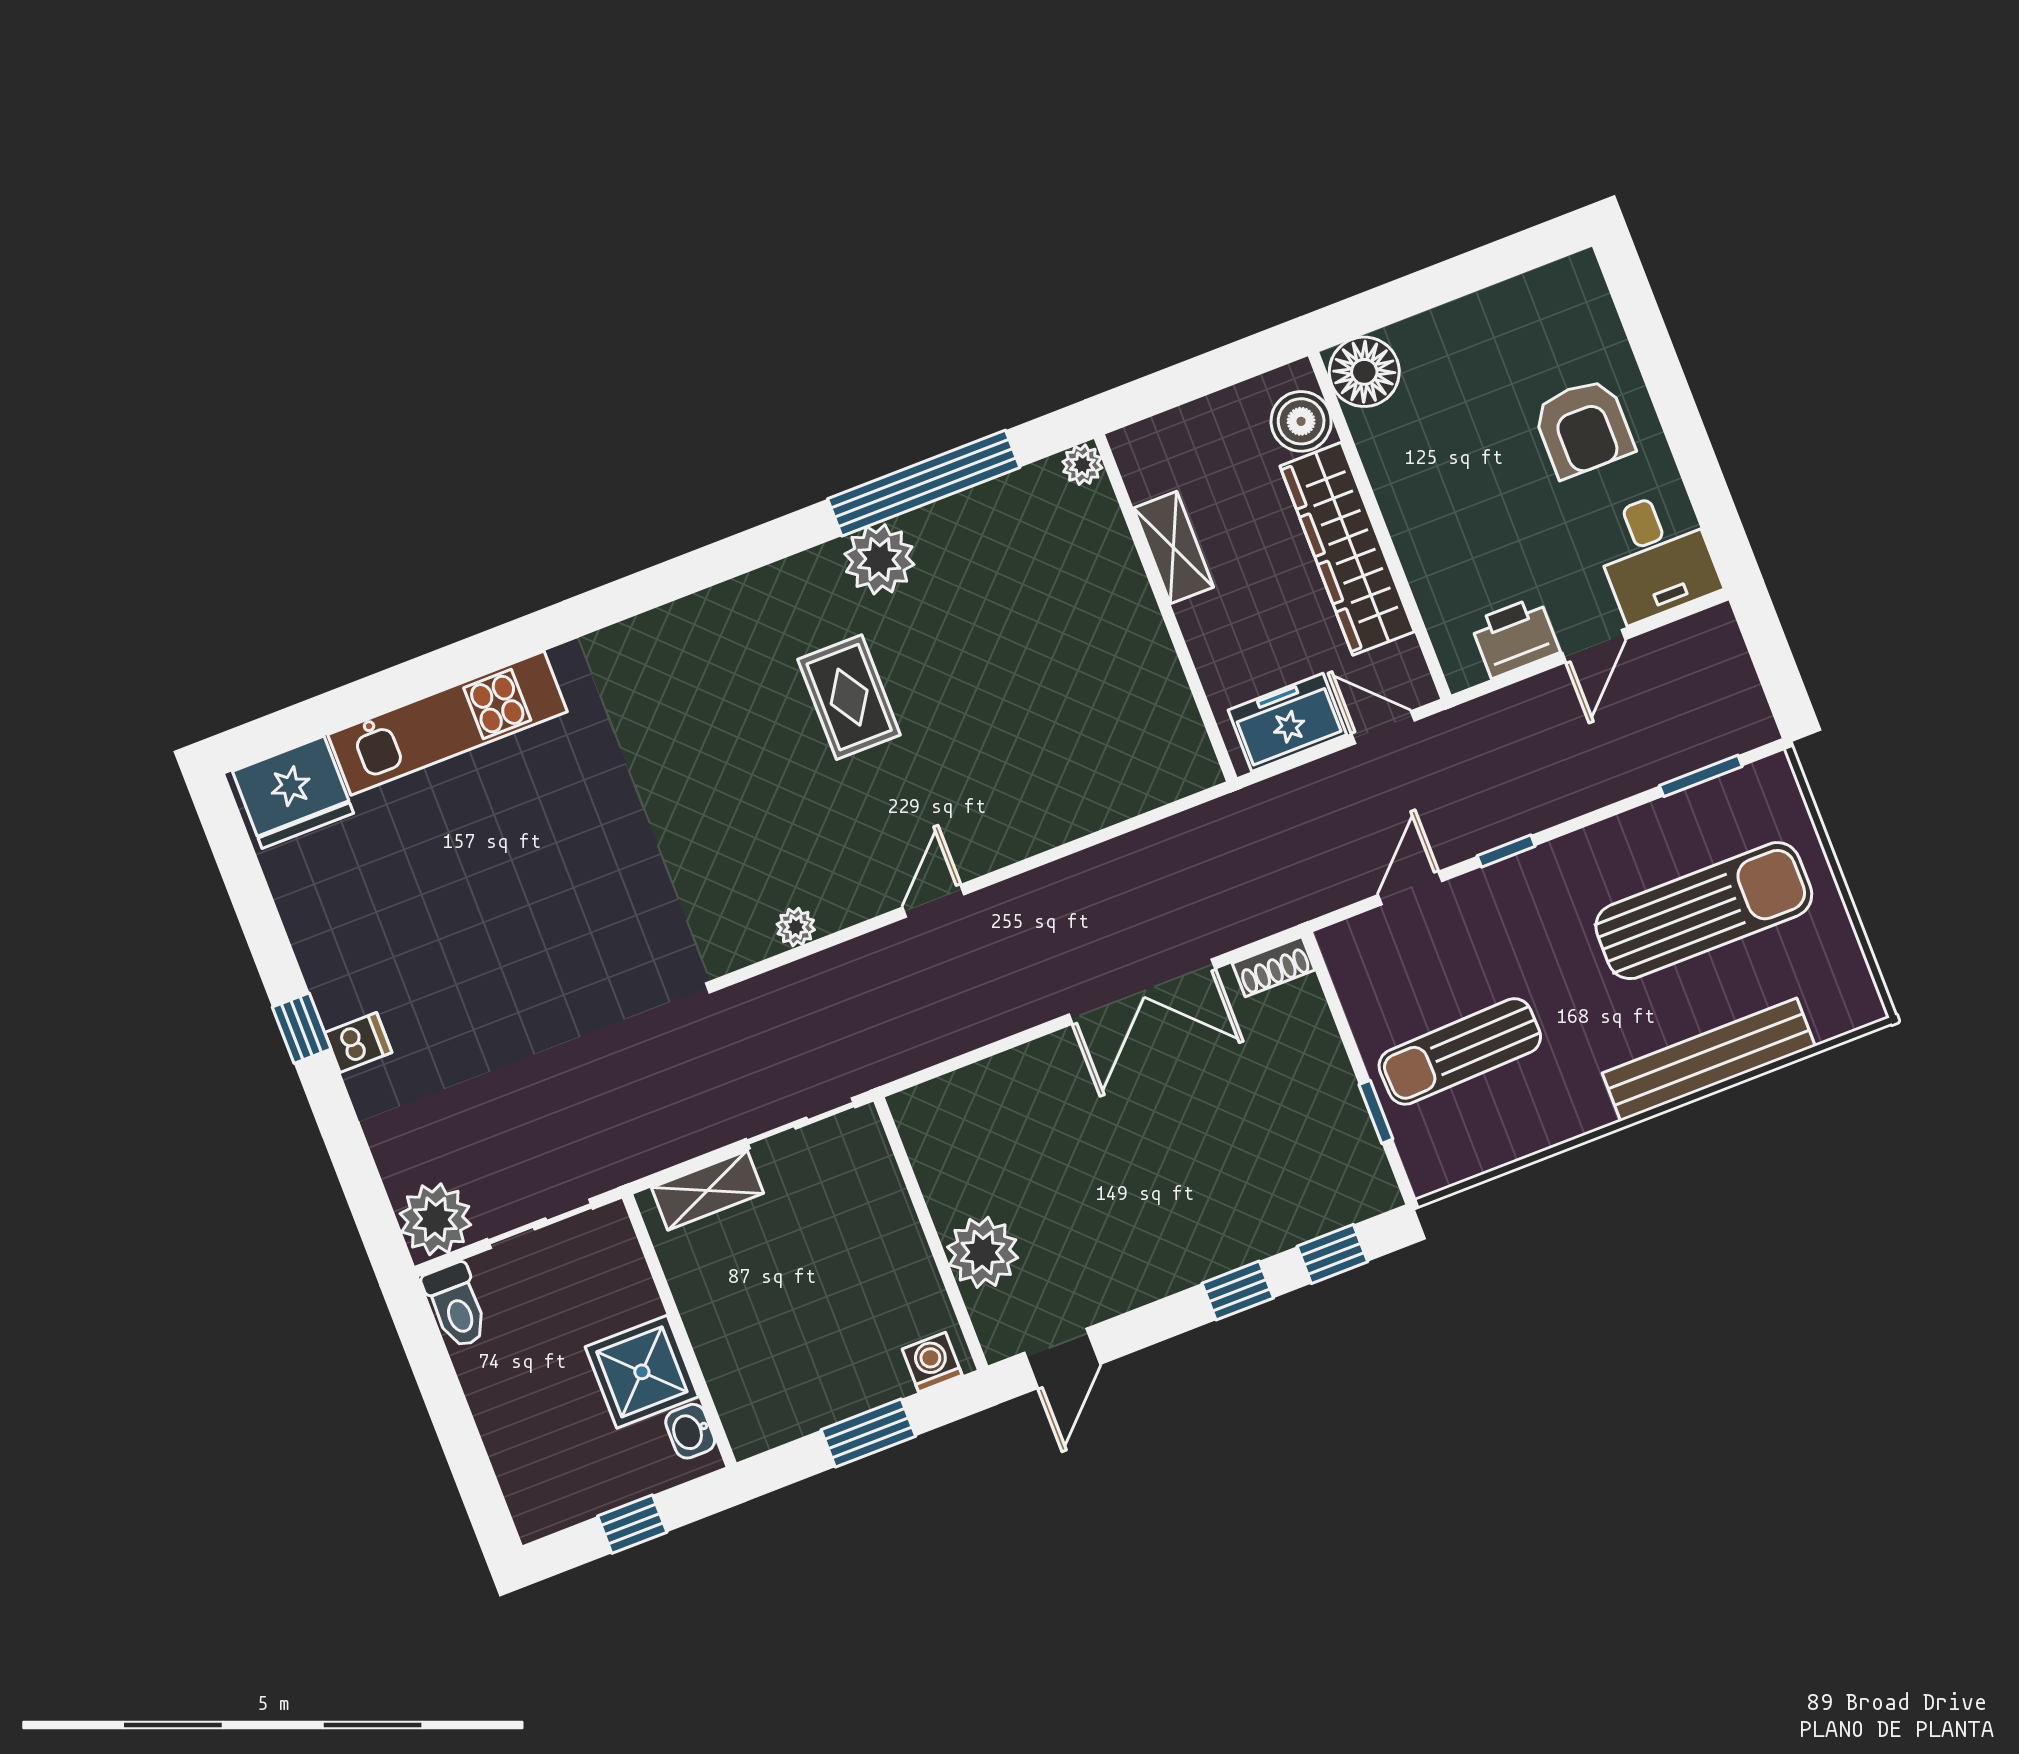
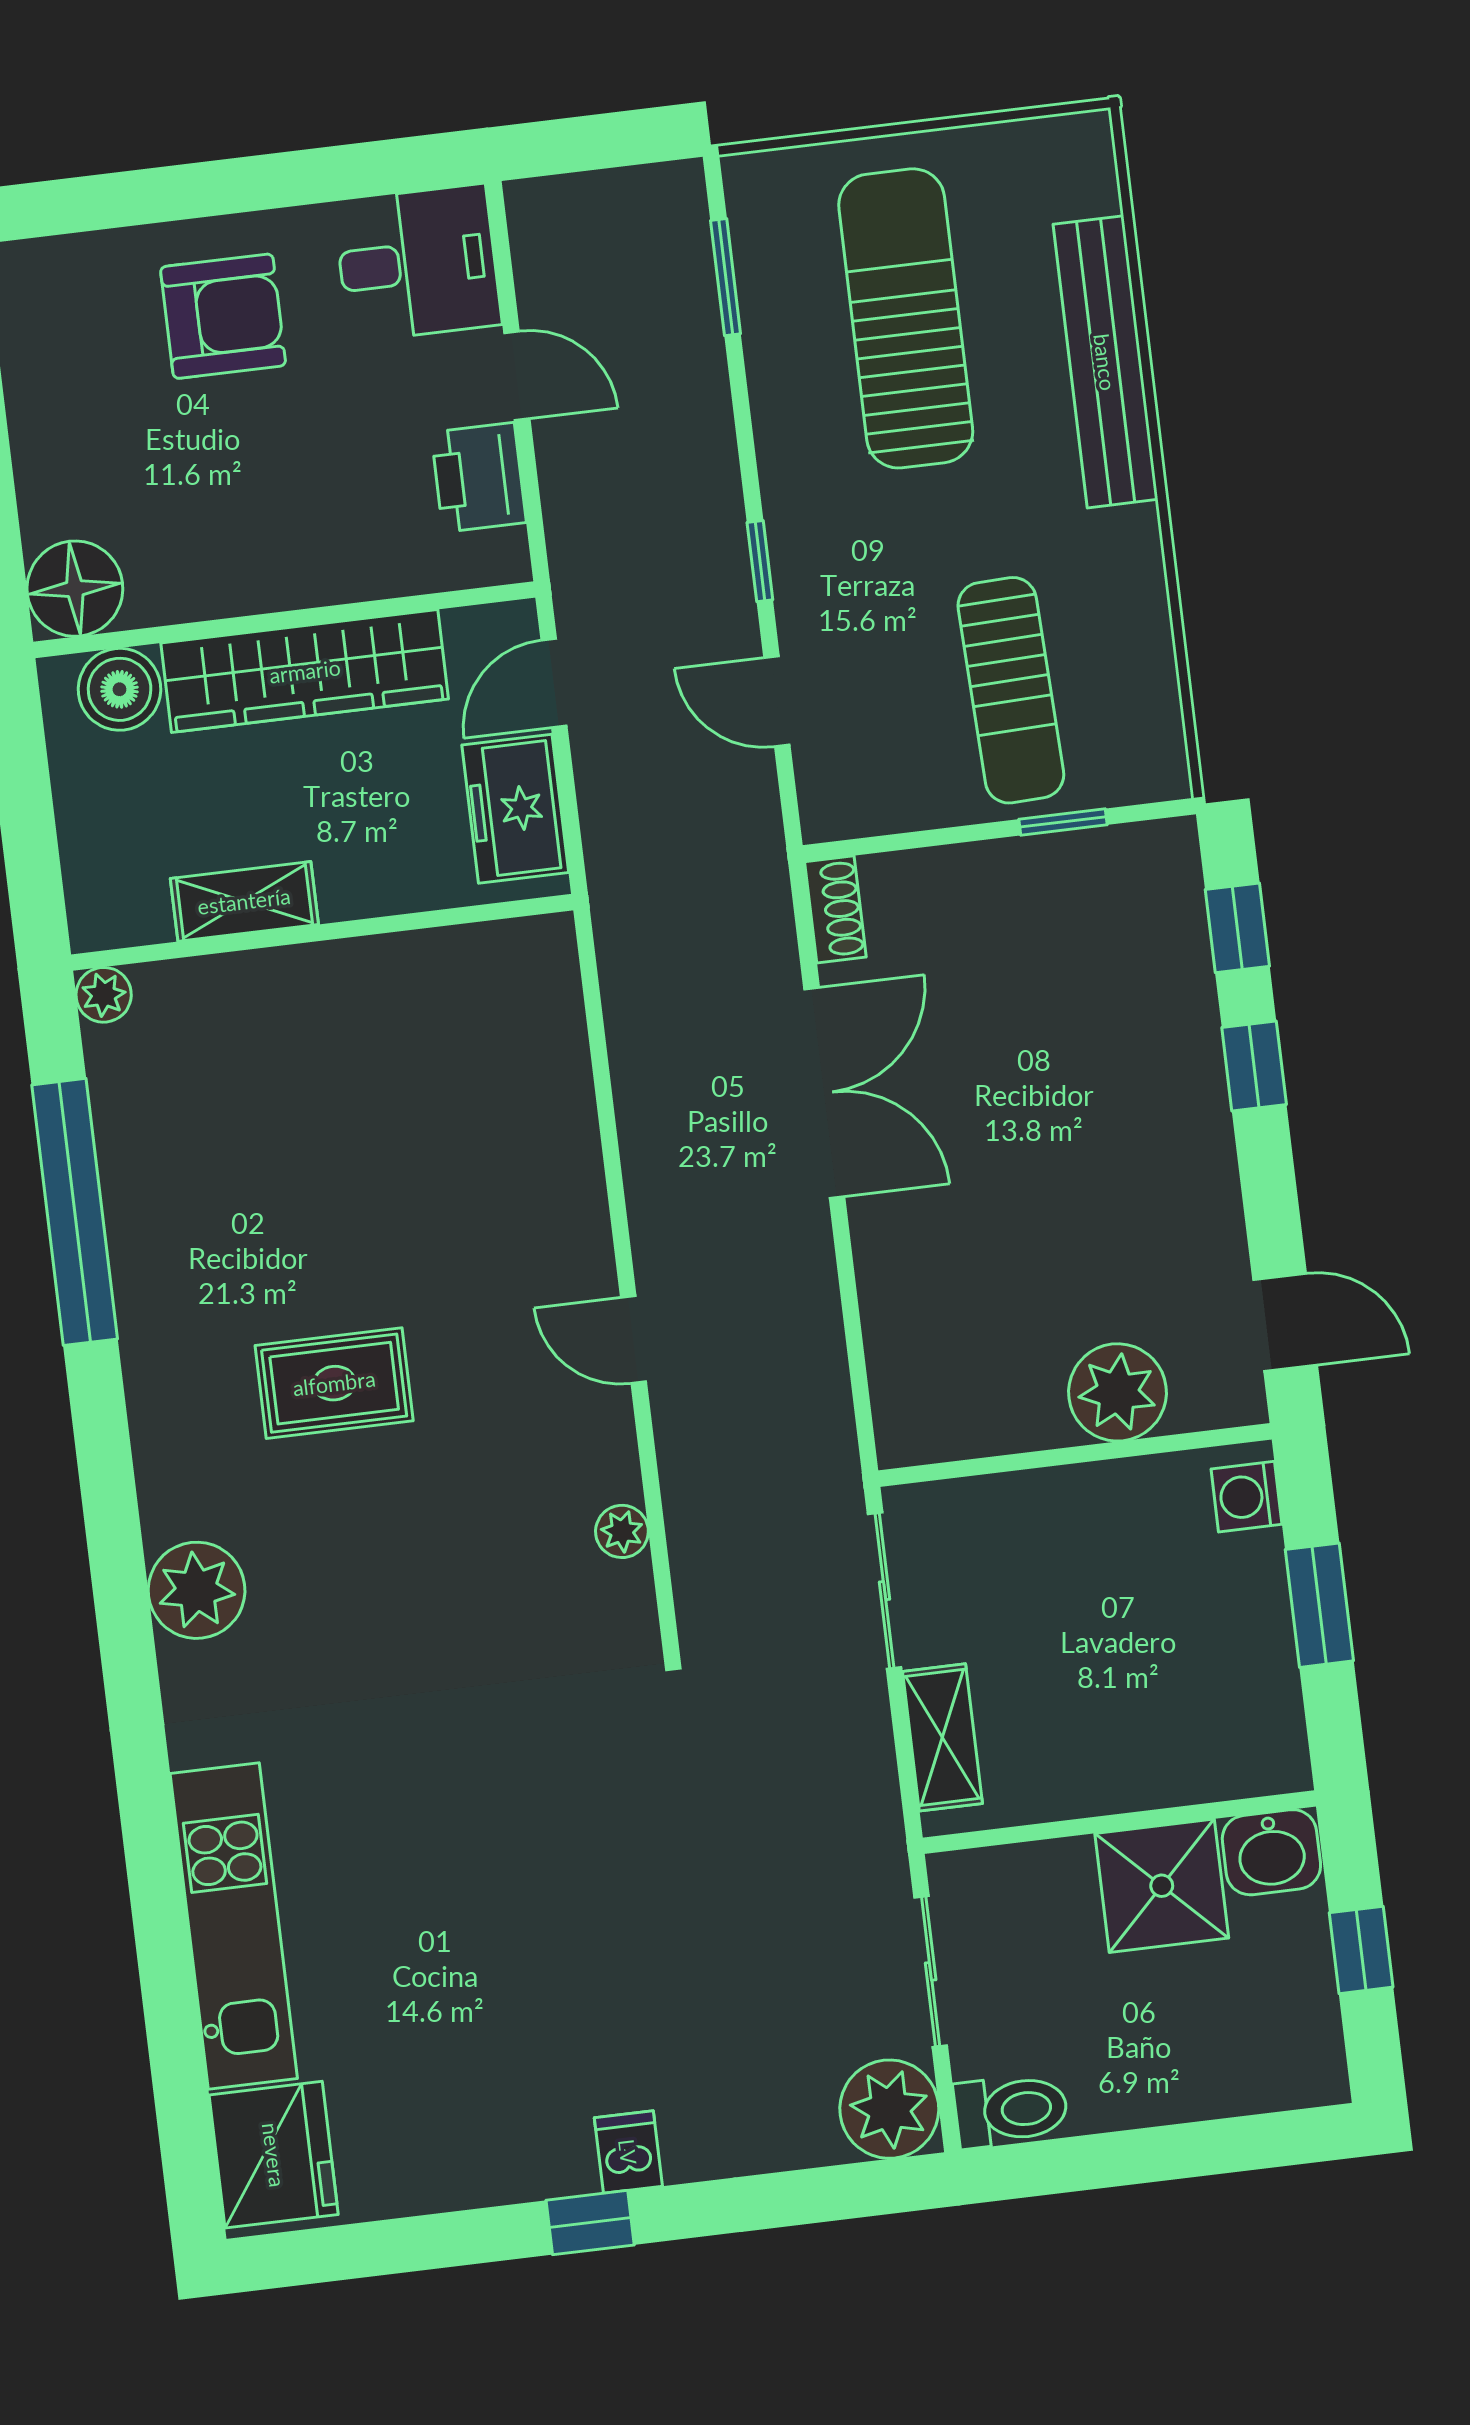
plant: (879, 559) -> (197, 1590), moved
washbasin: (690, 1431) -> (1271, 1852), width x1.38, depth x1.45

